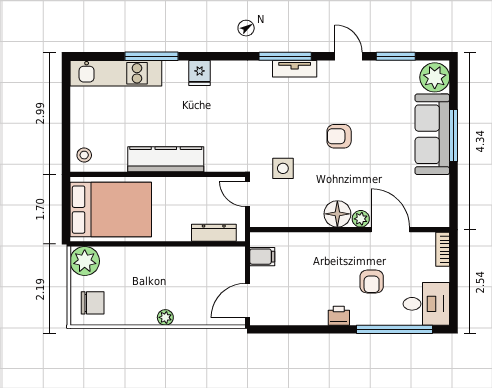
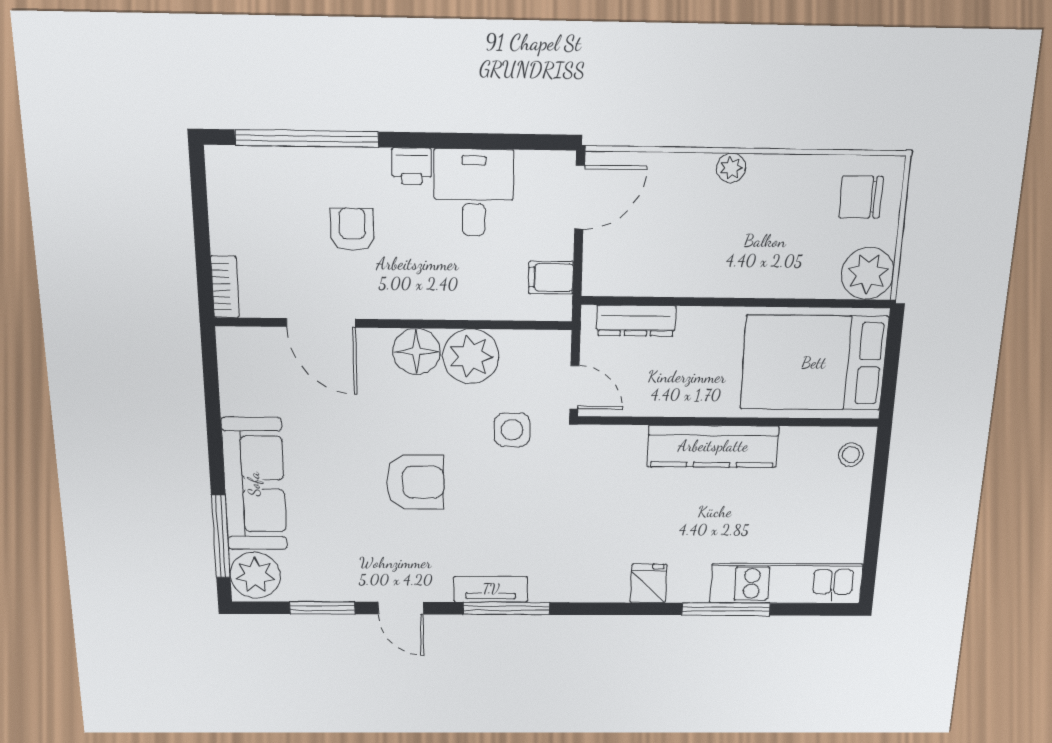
window: (454, 135) -> (221, 537), moved
armchair: (339, 136) -> (415, 482), width x1.38, depth x1.38
plant: (361, 219) -> (471, 356), moved, width x1.87, depth x1.87
desk: (426, 304) -> (474, 193), moved, turned 90

